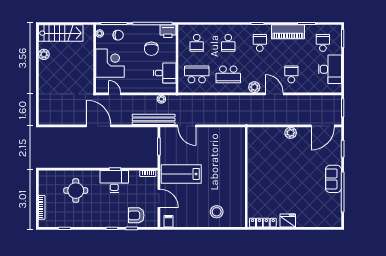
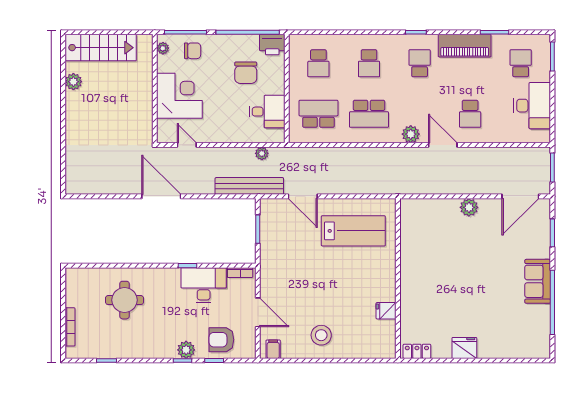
school desk: (291, 74) -> (470, 114), turned 180
lab bench: (181, 174) -> (353, 231), moved, turned 180
desk: (114, 181) -> (204, 285), moved
fridge: (239, 197) -> (386, 311), added
stool: (217, 212) -> (321, 335), moved
plant: (114, 222) -> (186, 350), added
locker: (263, 223) -> (417, 351), width x0.66

